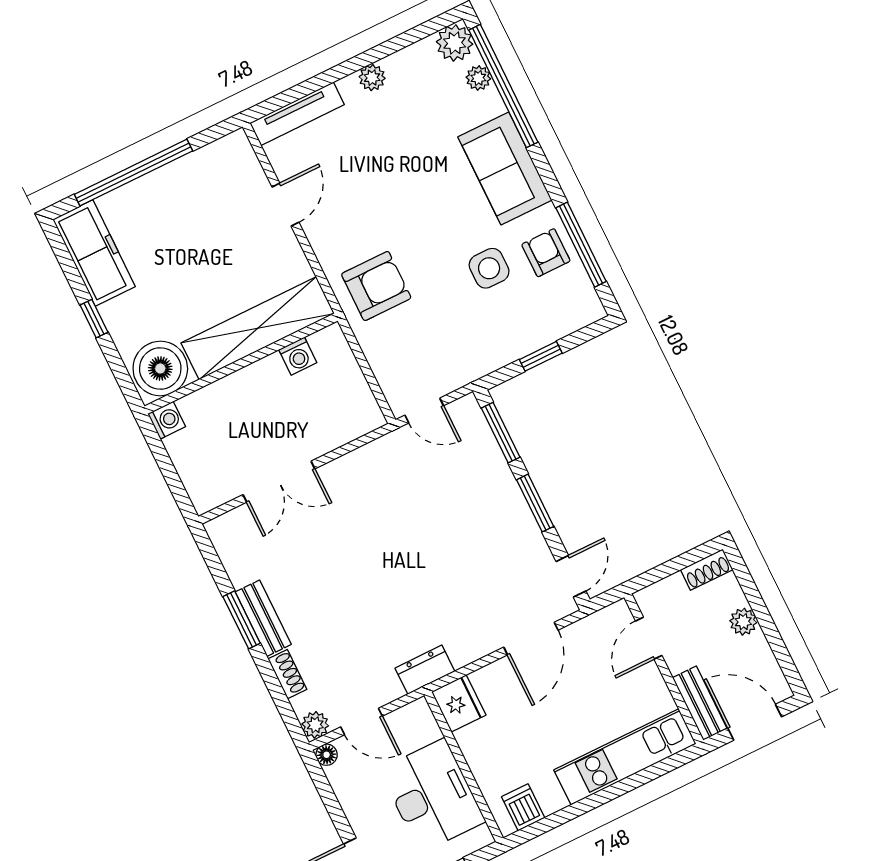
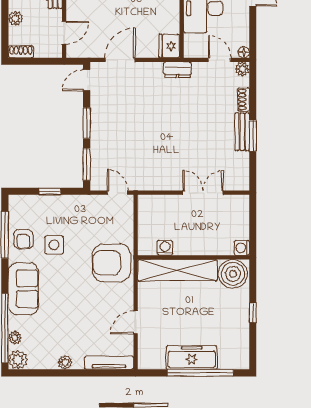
freezer: (94, 253) -> (192, 358), moved, turned 90
armchair: (376, 286) -> (111, 263), width x1.36, depth x1.36

